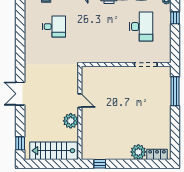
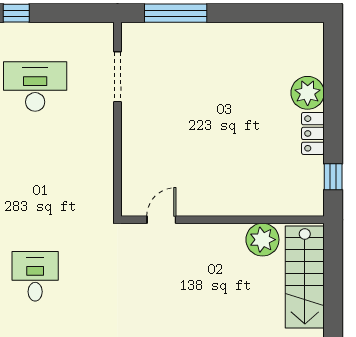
door: (80, 101) -> (161, 220), moved
plant: (71, 121) -> (262, 240), moved
locker: (157, 154) -> (313, 133), moved

